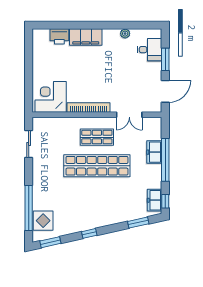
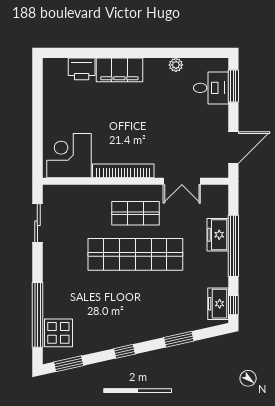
window: (165, 59) -> (233, 86), moved
window: (138, 223) -> (179, 339), moved

